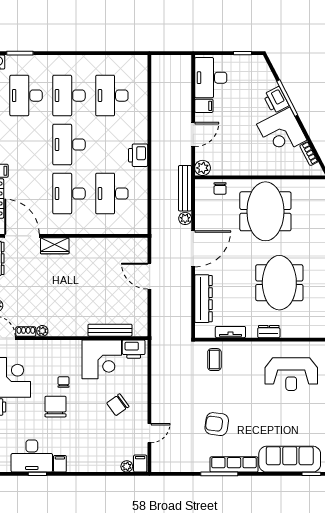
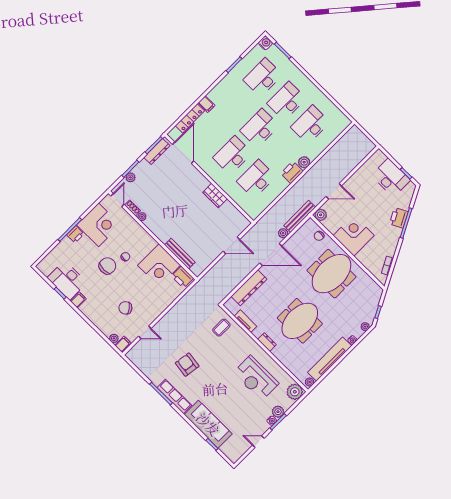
desk: (211, 78) -> (391, 178), moved, turned 90
filing cabinet: (204, 106) -> (356, 181), removed
corner desk: (282, 132) -> (354, 235), moved, turned 117
plant: (140, 135) -> (304, 162), added
wardrobe: (55, 246) -> (215, 196), moved
door: (149, 276) -> (231, 245), swing flipped
chair: (118, 405) -> (125, 308), moved

